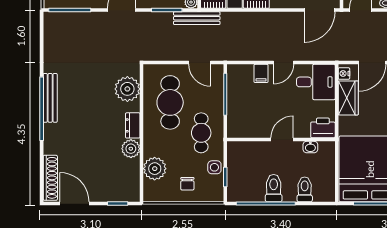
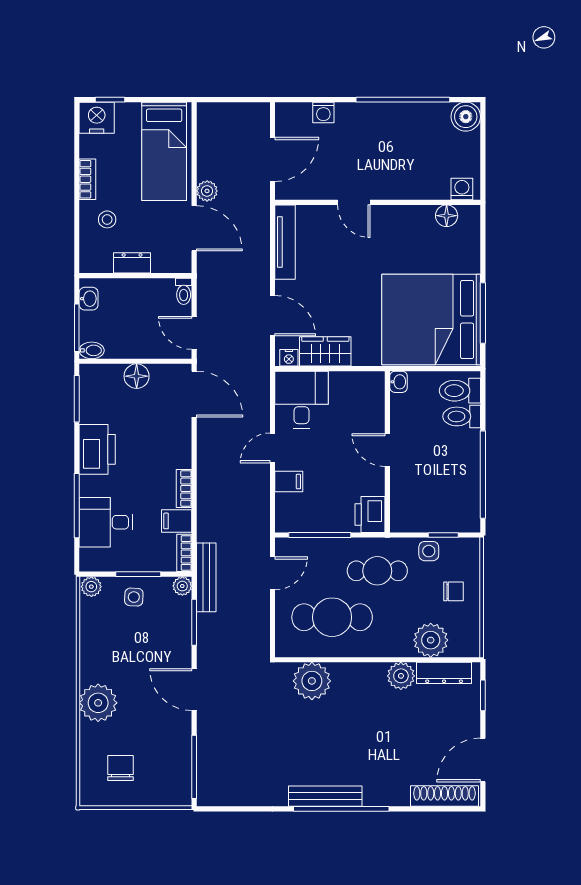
door: (284, 63) -> (272, 448), swing flipped
dresser: (133, 125) -> (444, 673), moved, width x1.44
printer: (323, 128) -> (370, 514), moved
washbasin: (310, 147) -> (399, 382), moved
toilet: (274, 188) -> (460, 391), moved

